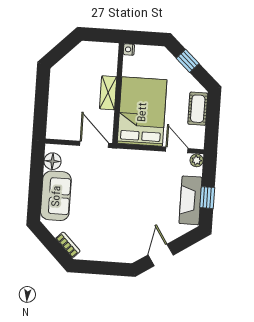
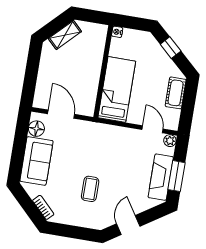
shelving: (108, 93) -> (65, 35), moved, turned 45
bed: (142, 112) -> (117, 89), width x0.67
door: (94, 144) -> (61, 114), moved
window: (207, 198) -> (176, 176), width x1.50
coffee table: (116, 220) -> (90, 189), added

